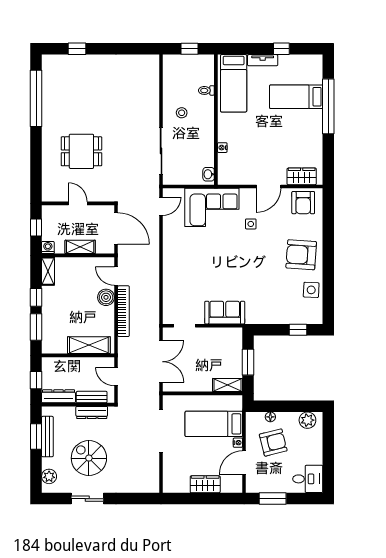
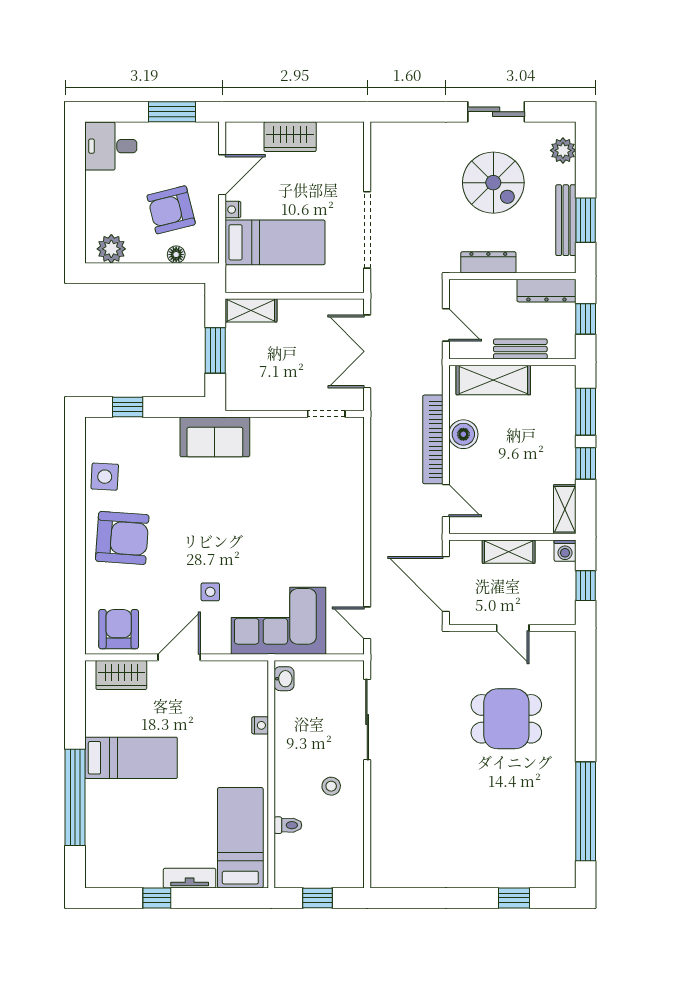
bed: (296, 97) -> (131, 758), moved
door: (161, 206) -> (367, 623), hinge flipped
boiler: (106, 297) -> (463, 434), moved
sofa: (225, 313) -> (215, 437), moved
bench: (92, 397) -> (520, 349), moved

